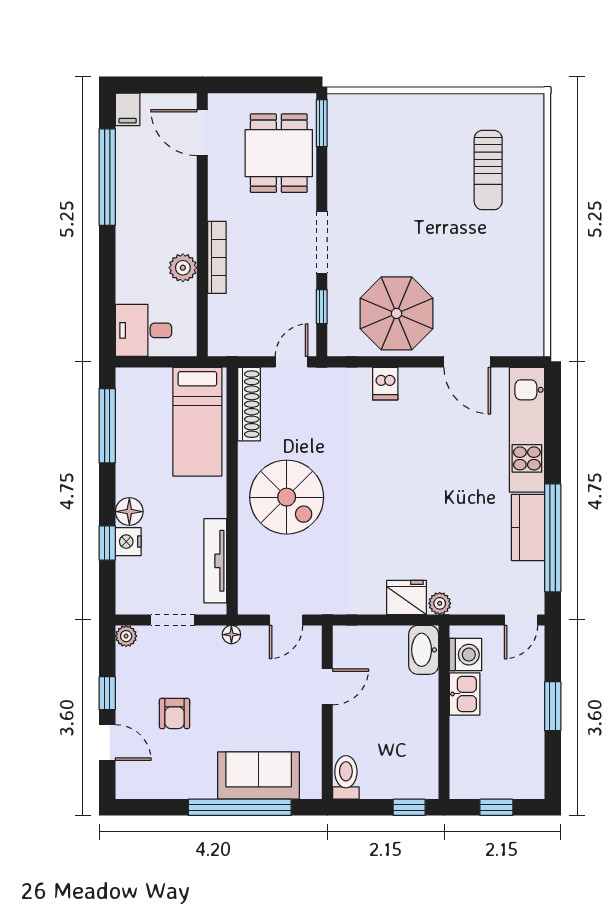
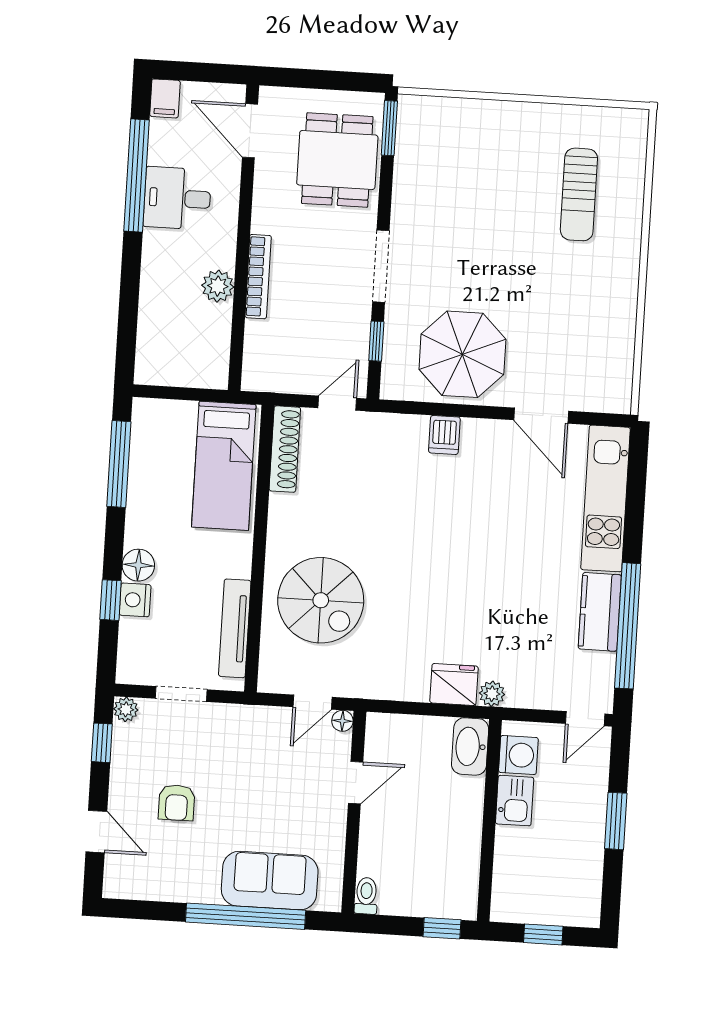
desk: (143, 330) -> (177, 198), moved
spiral stairs: (287, 497) -> (321, 600), moved
floor lamp: (231, 635) -> (342, 721), moved
window: (107, 693) -> (102, 743), moved
toilet: (346, 777) -> (366, 896), width x0.73, depth x0.72

